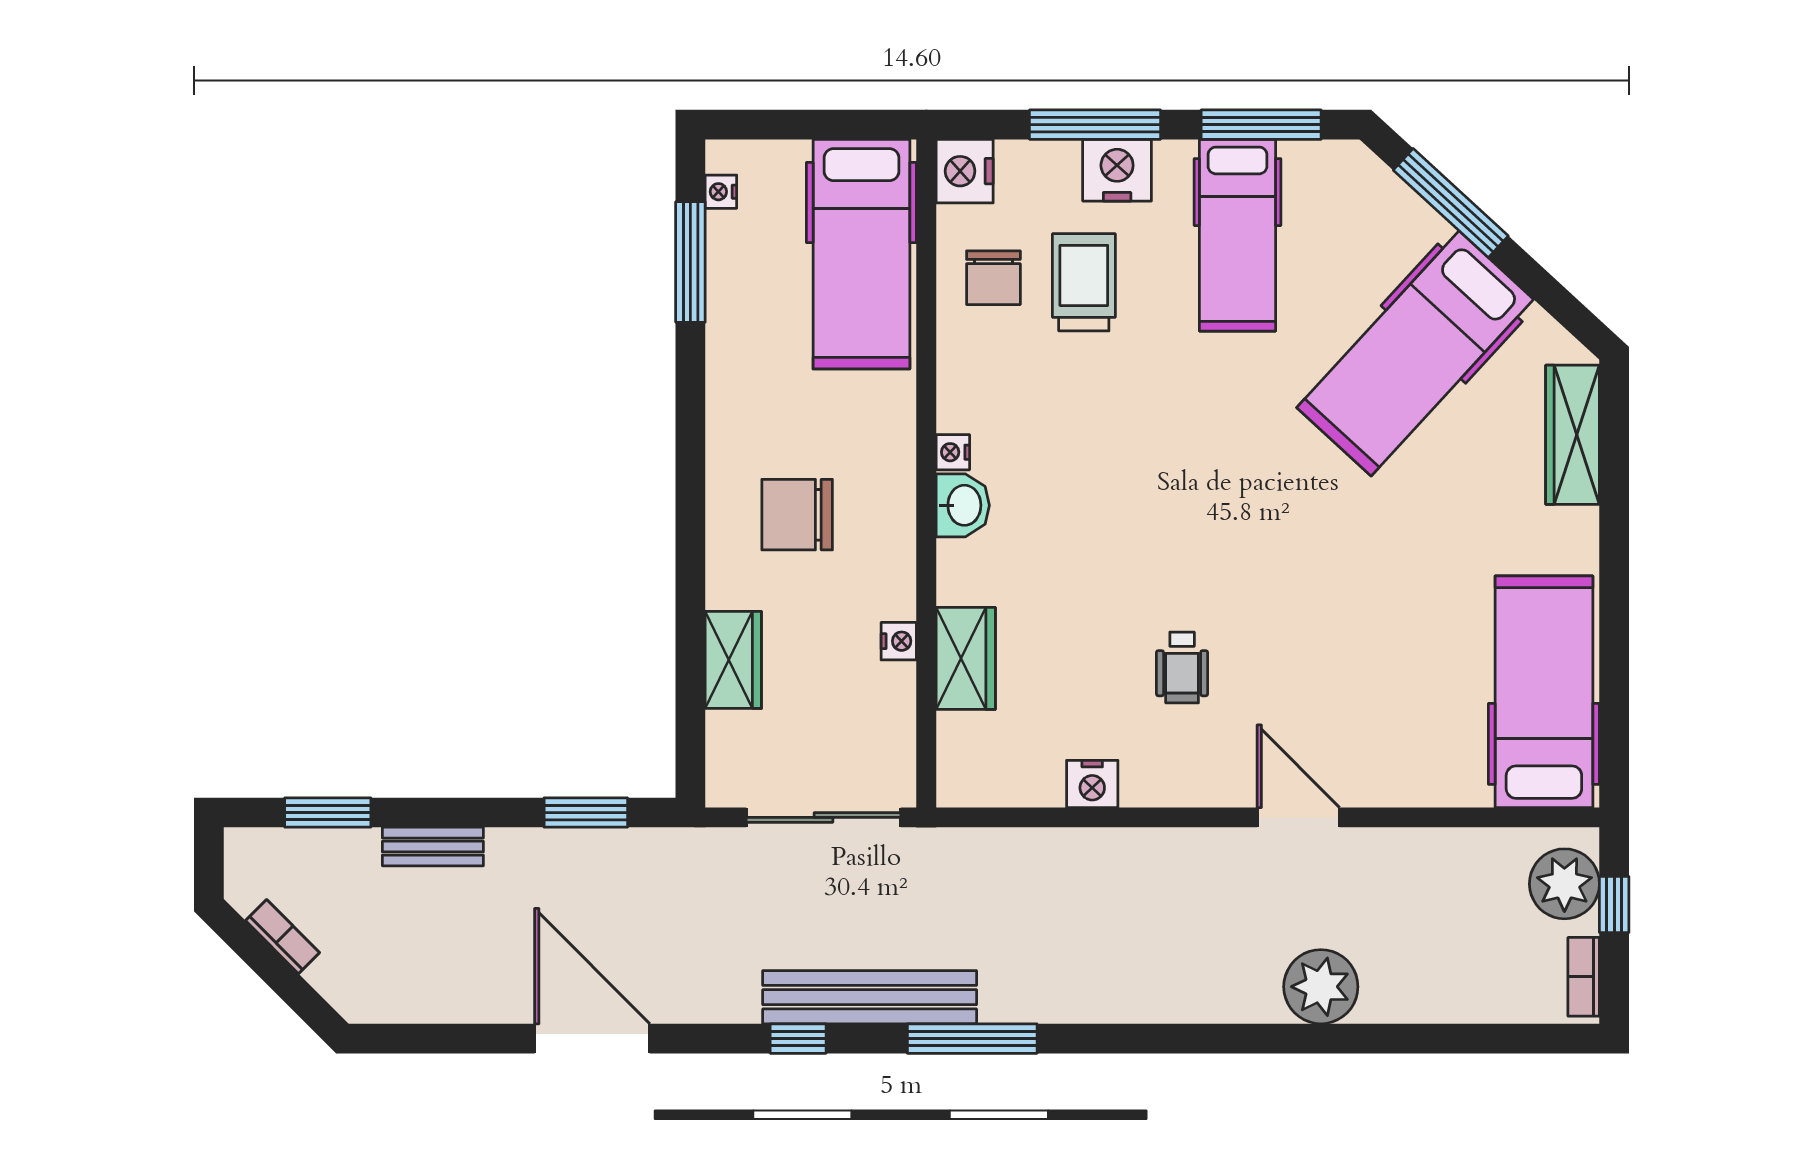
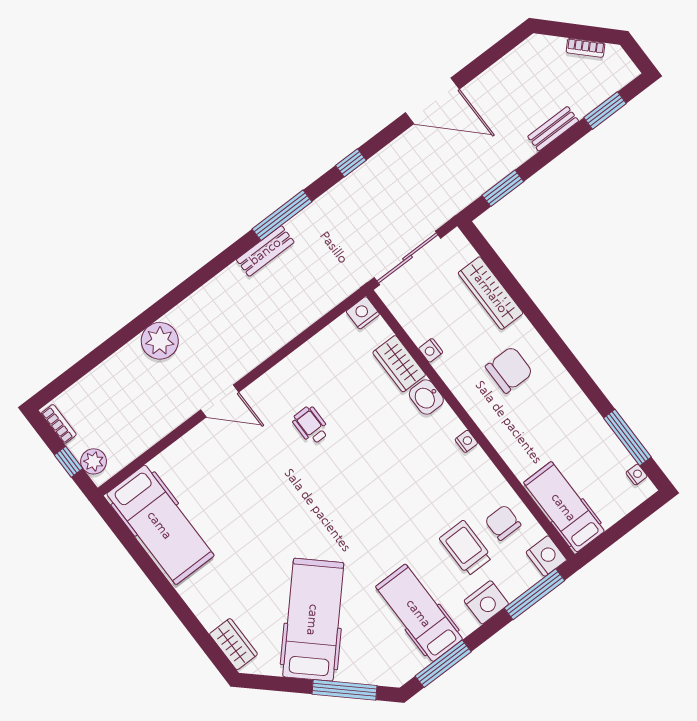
window: (1095, 125) -> (534, 594), moved
hospital bed: (861, 254) -> (564, 507), width x0.73, depth x0.78
trolley: (1084, 282) -> (466, 548), turned 180
wardrobe: (1573, 435) -> (233, 644), width x0.67
washbasin: (963, 505) -> (426, 397), moved
wardrobe: (733, 660) -> (491, 293), width x1.50
nightstand: (1092, 784) -> (363, 313), moved
plant: (1564, 884) -> (94, 461), width x0.73, depth x0.73
bench: (870, 997) -> (265, 251), moved, width x0.54, depth x0.82

